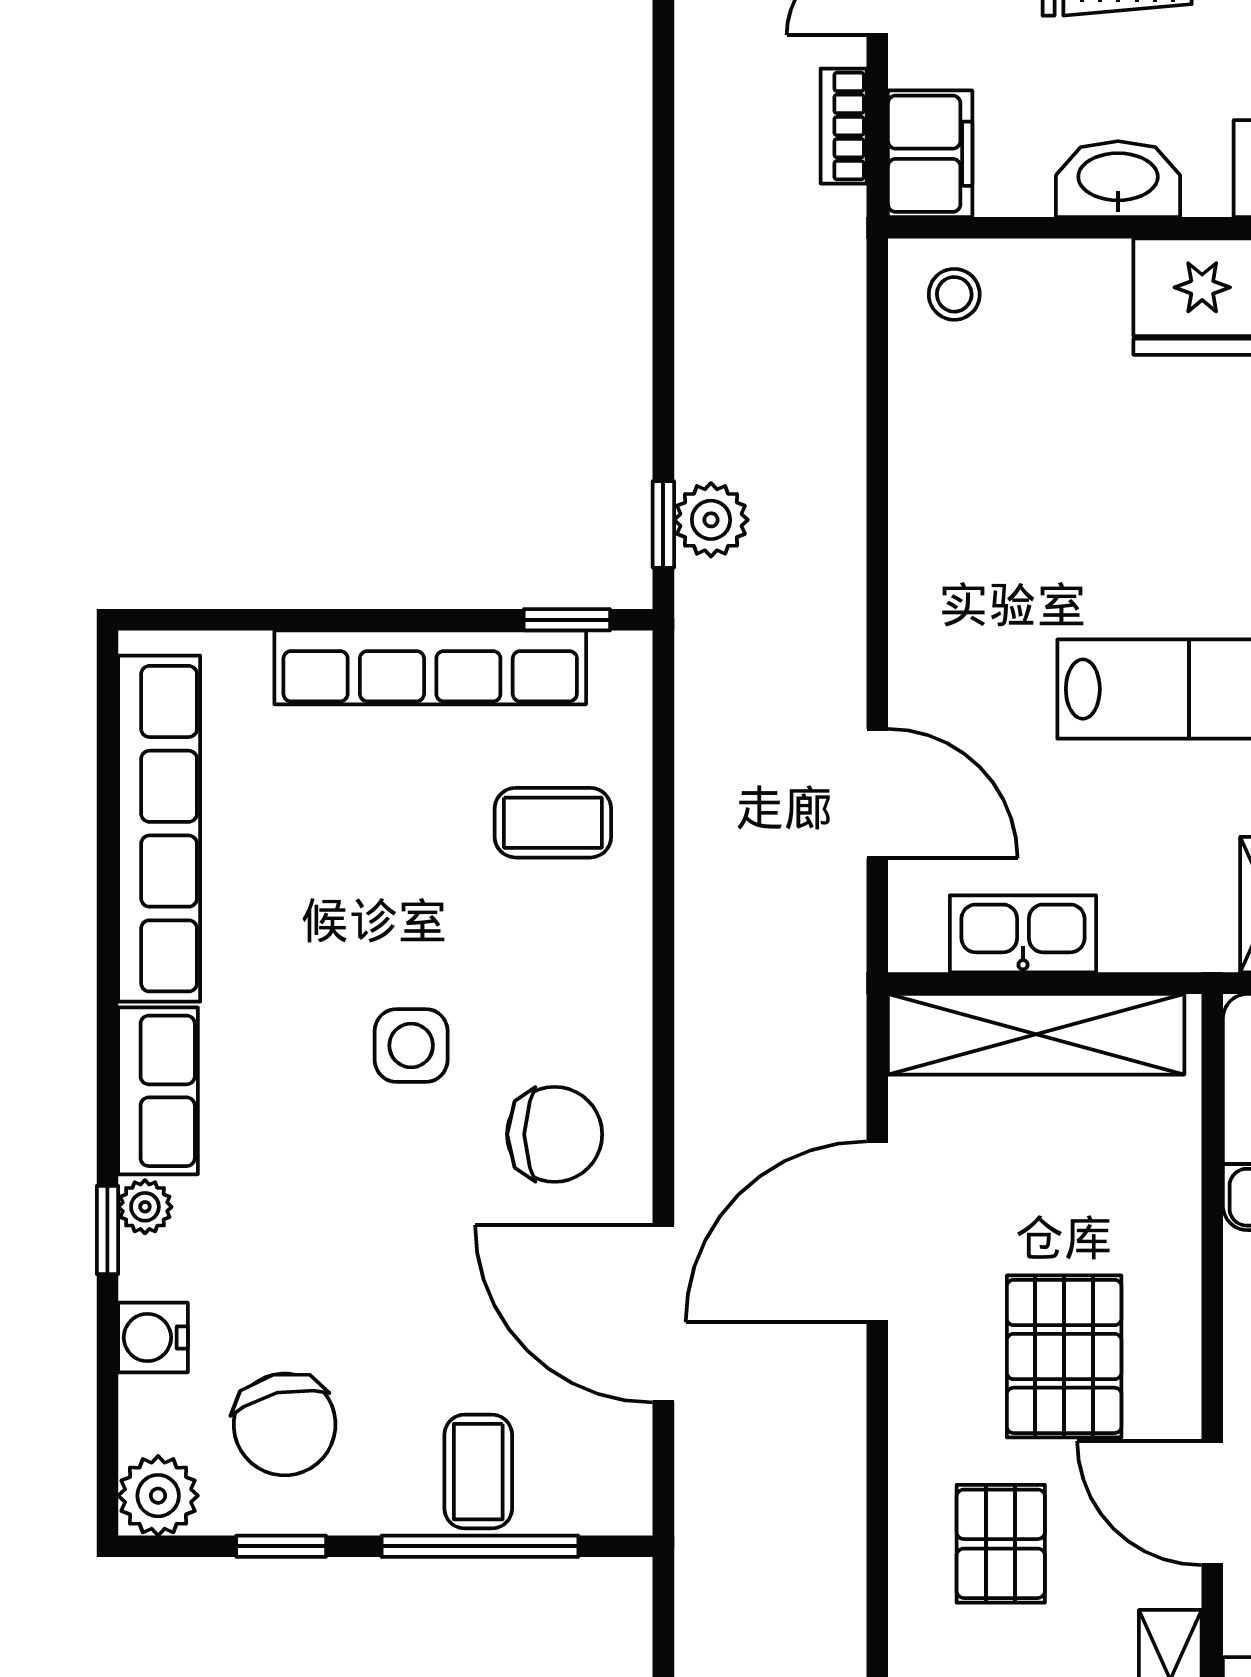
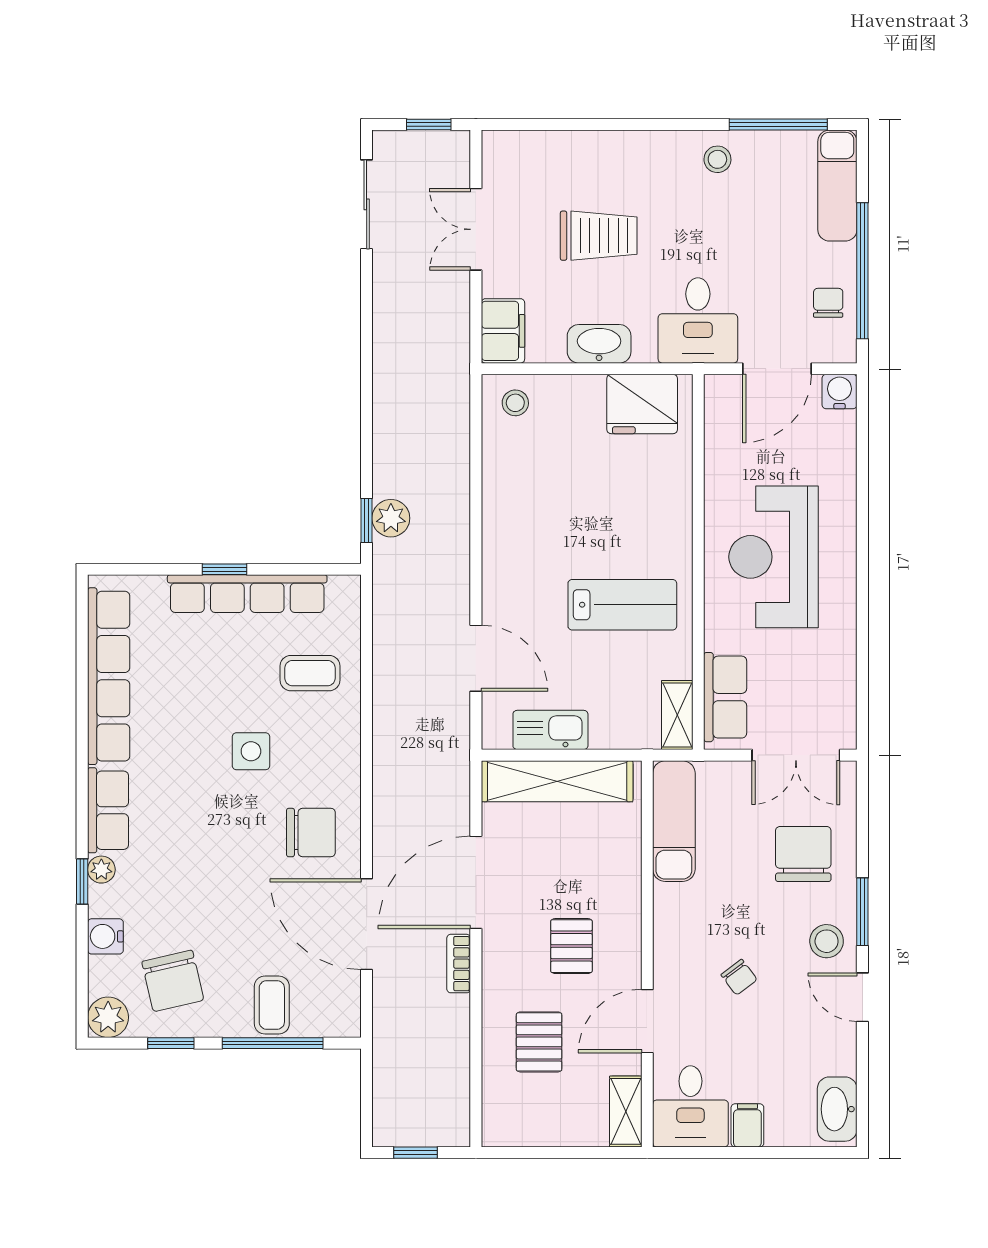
bookcase: (844, 126) -> (459, 964), moved
window: (567, 620) -> (224, 569), moved
side table: (411, 1045) -> (251, 751), moved
pallet: (1064, 1356) -> (571, 946), width x0.67, depth x0.71
door: (1212, 1503) -> (647, 1021), hinge flipped

